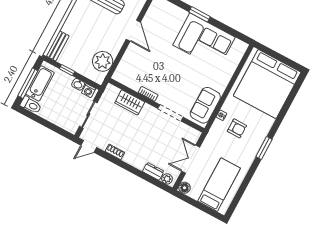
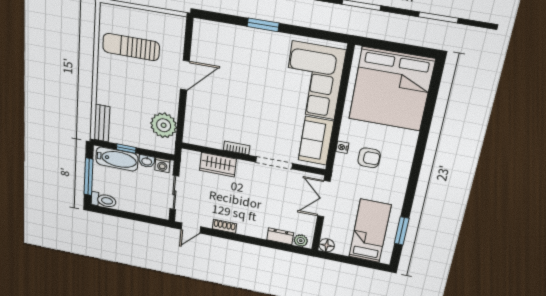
door: (133, 31) -> (185, 75), hinge flipped
corner sofa: (204, 41) -> (314, 81), moved, turned 90
bathtub: (40, 83) -> (117, 159), moved, turned 90
window: (264, 148) -> (402, 231), moved
double door: (191, 159) -> (324, 199), moved

